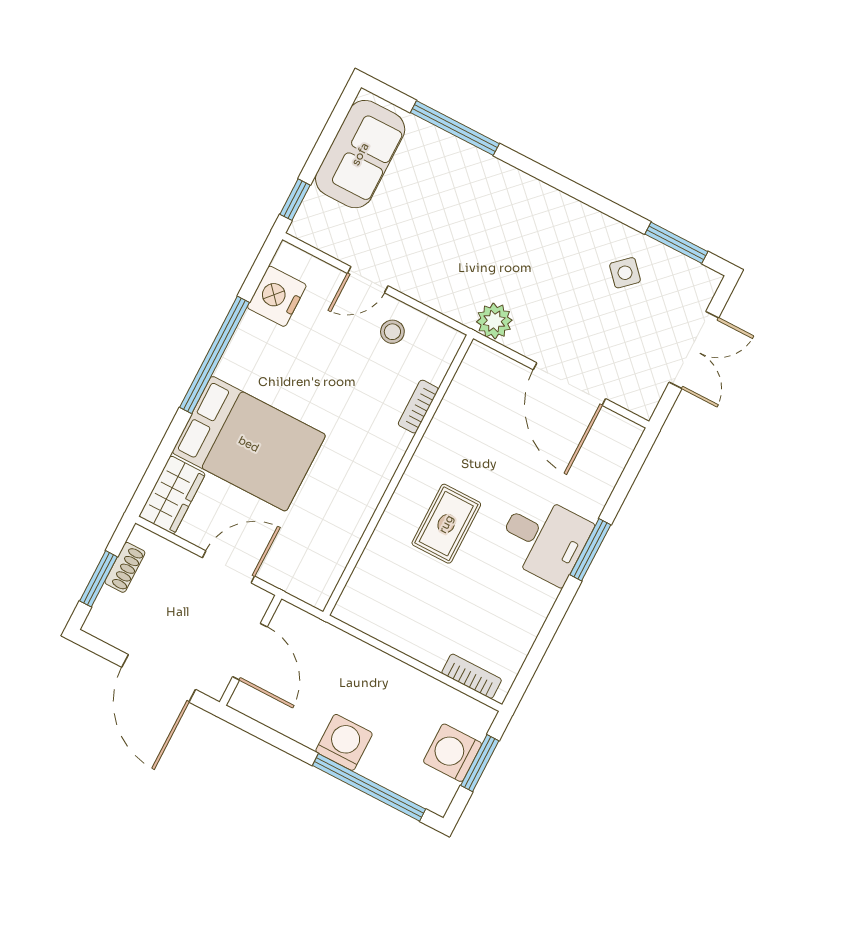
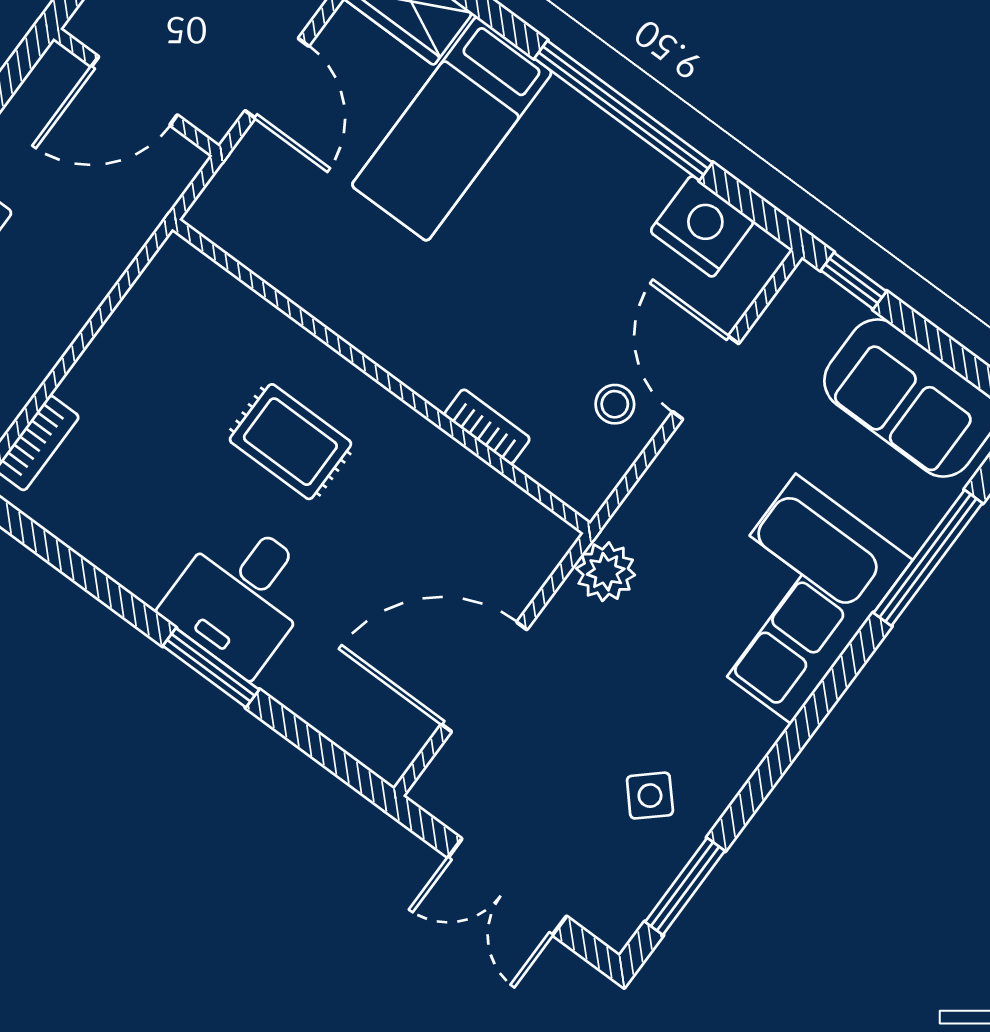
corner sofa: (492, 205) -> (793, 599), added
door: (368, 280) -> (706, 378), width x1.38
bed: (249, 444) -> (452, 129), width x0.67

